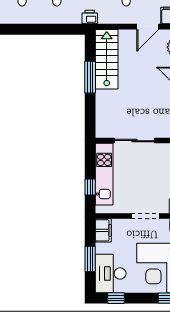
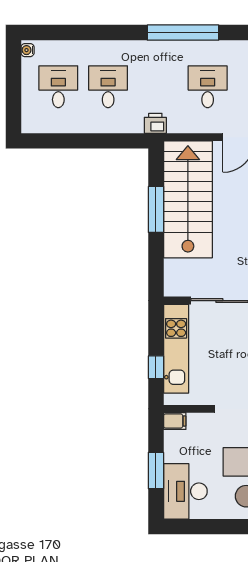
stairs: (107, 59) -> (188, 199), width x1.36, depth x1.51
filing cabinet: (103, 230) -> (175, 421), width x0.50
window: (116, 298) -> (193, 527), removed

